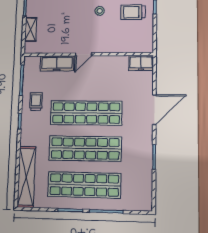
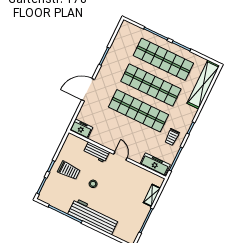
workbench: (112, 46) -> (96, 152), added
door: (84, 54) -> (120, 156), hinge flipped
freezer: (57, 63) -> (155, 164), moved

